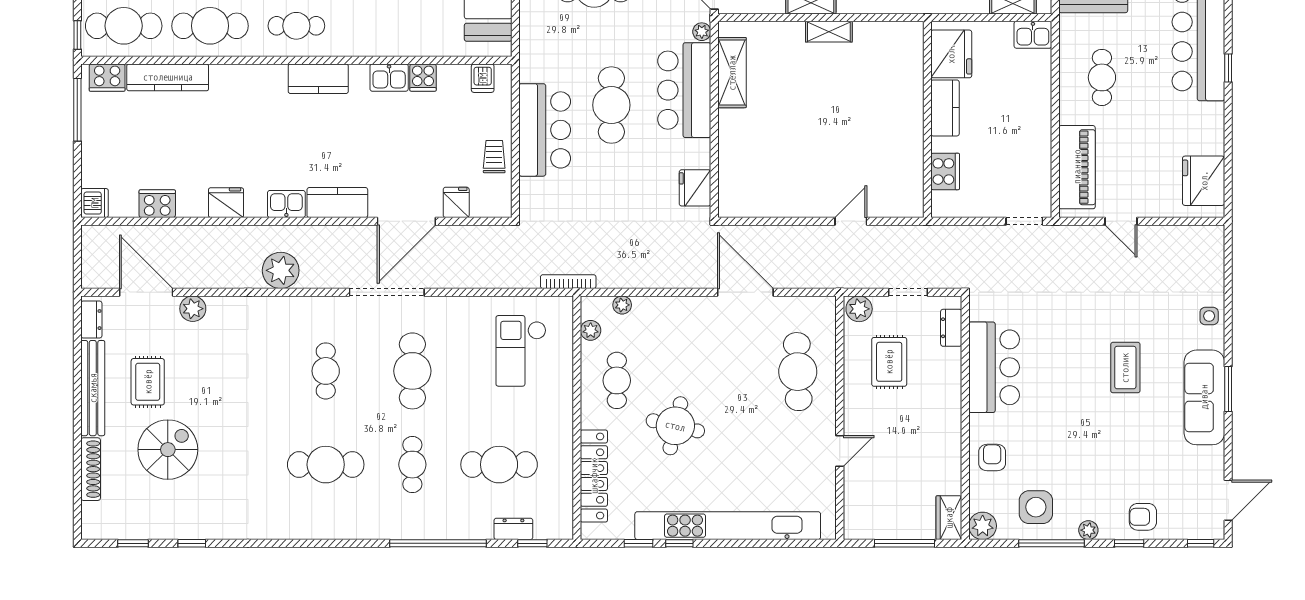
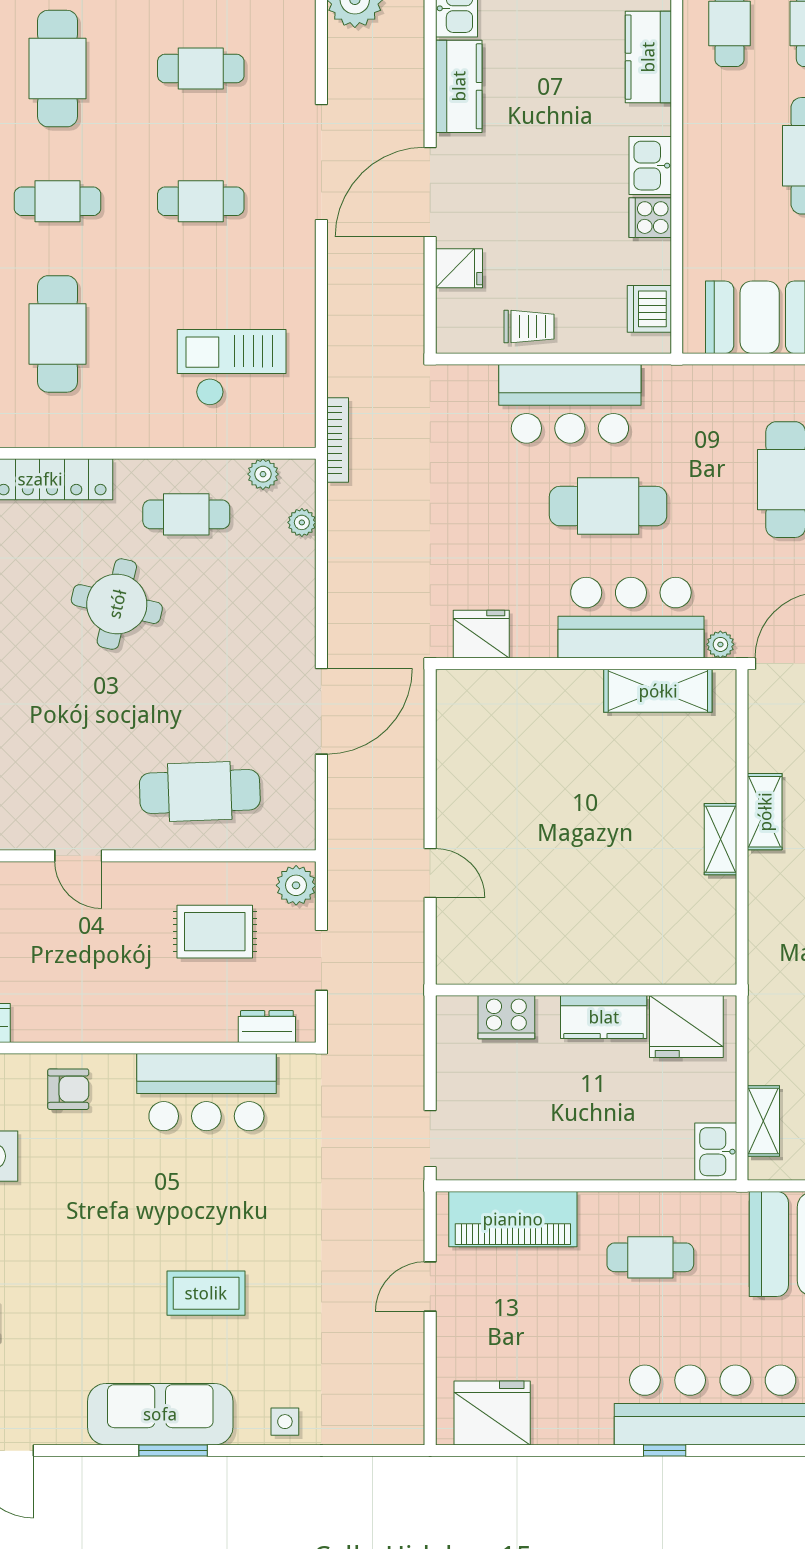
dishwasher: (483, 78) -> (649, 309), width x1.38
door: (406, 221) -> (430, 192), hinge flipped
cafe table: (412, 371) -> (201, 201), width x0.73, depth x0.74

